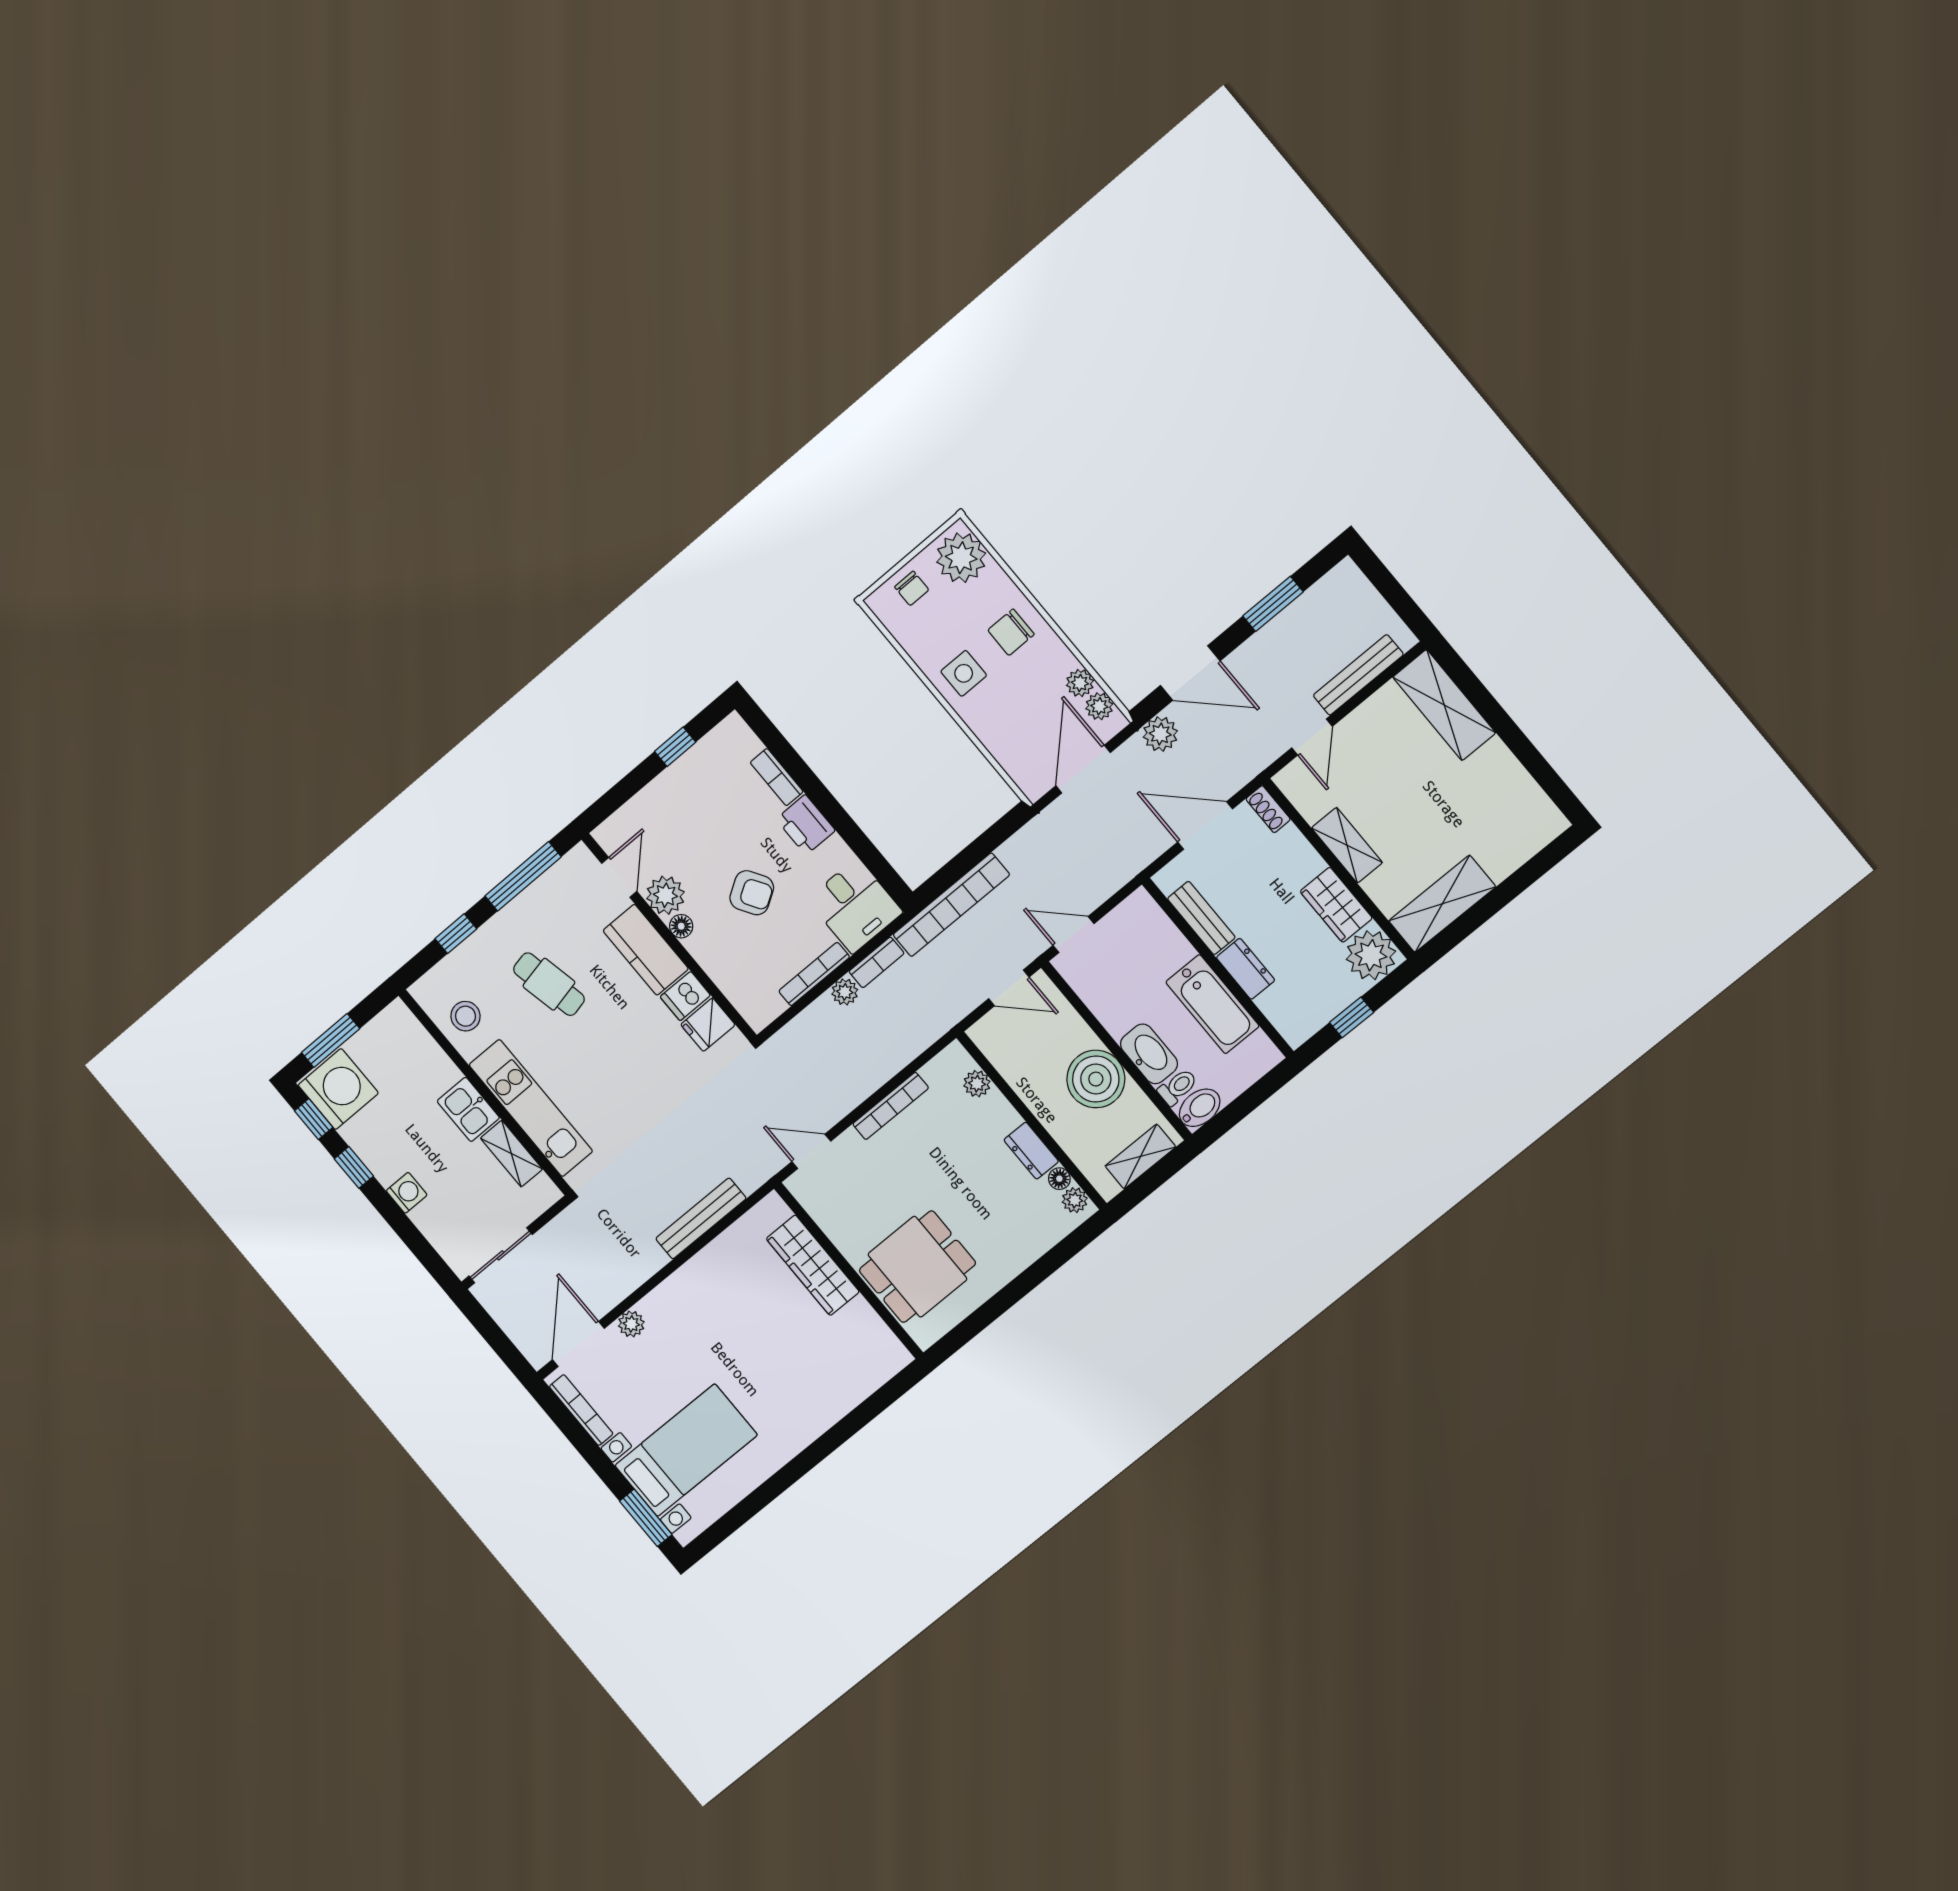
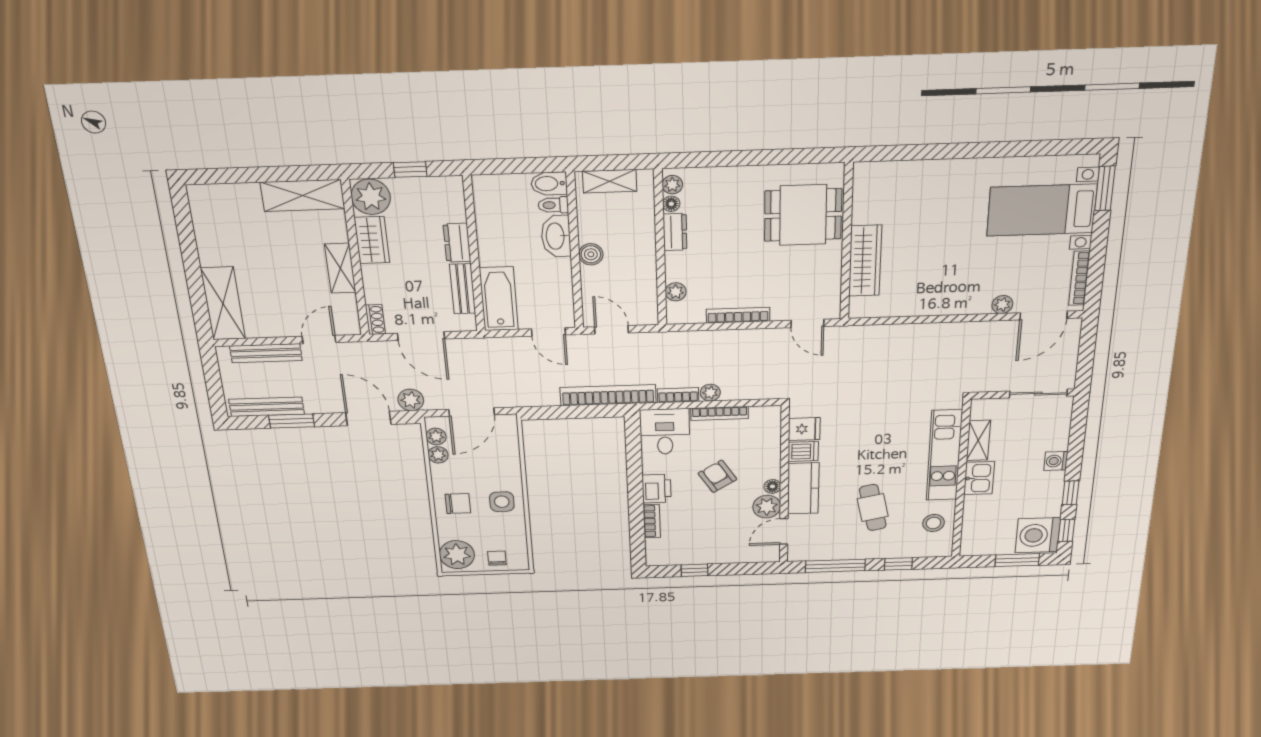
bathtub: (1212, 1004) -> (499, 299), moved
boiler: (1096, 1079) -> (591, 254), width x0.54, depth x0.54
bench: (701, 1218) -> (267, 407), moved

